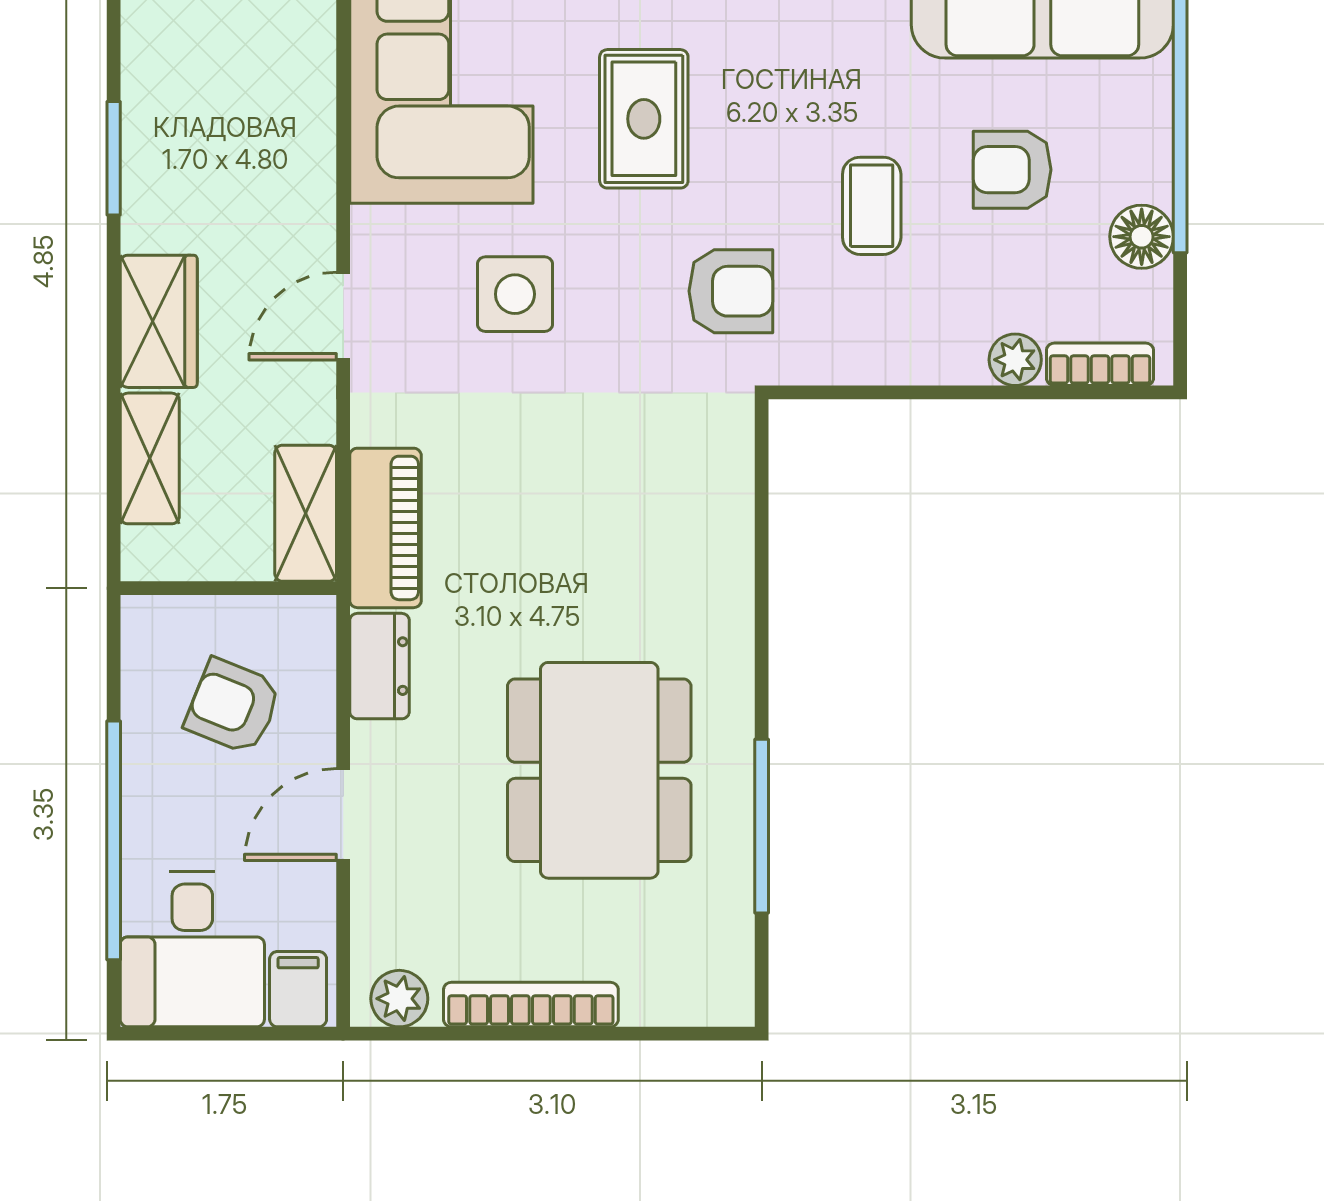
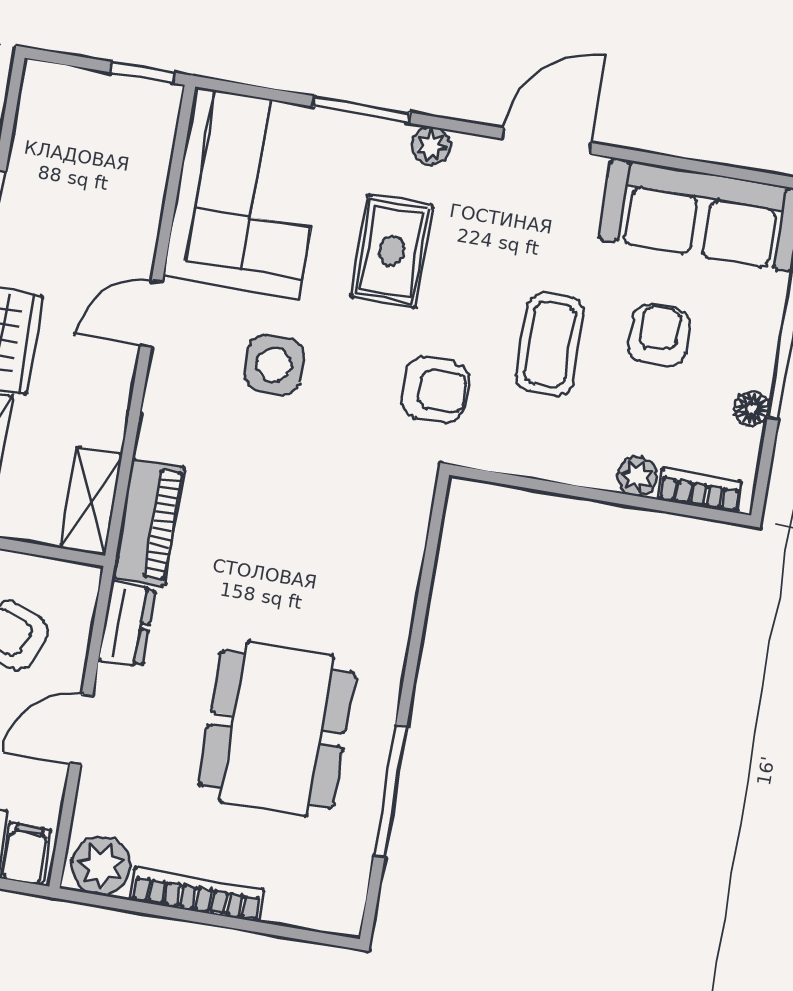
armchair: (1012, 170) -> (659, 335), turned 90
coffee table: (872, 206) -> (550, 344), width x1.36, depth x1.30
floor lamp: (1142, 237) -> (752, 409), width x0.73, depth x0.73
door: (343, 316) -> (151, 314), moved
plant: (399, 999) -> (101, 866), width x1.38, depth x1.38

